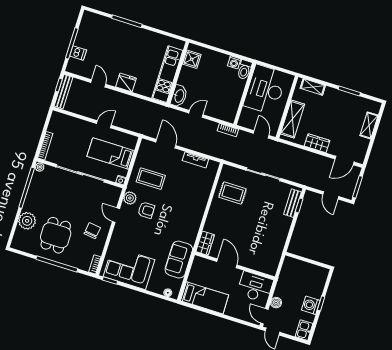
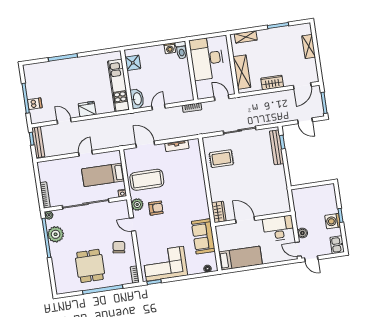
coffee table: (151, 179) -> (147, 180), width x1.36, depth x1.32
bench: (293, 203) -> (277, 147), width x1.36
plant: (27, 221) -> (56, 234), moved

